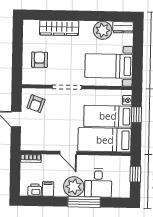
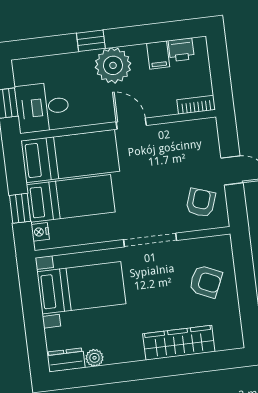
plant: (103, 30) -> (94, 358), width x0.53, depth x0.53
armchair: (39, 60) -> (206, 281), turned -66
desk: (98, 183) -> (43, 107), moved, turned -90
window: (84, 202) -> (91, 41), width x0.46

